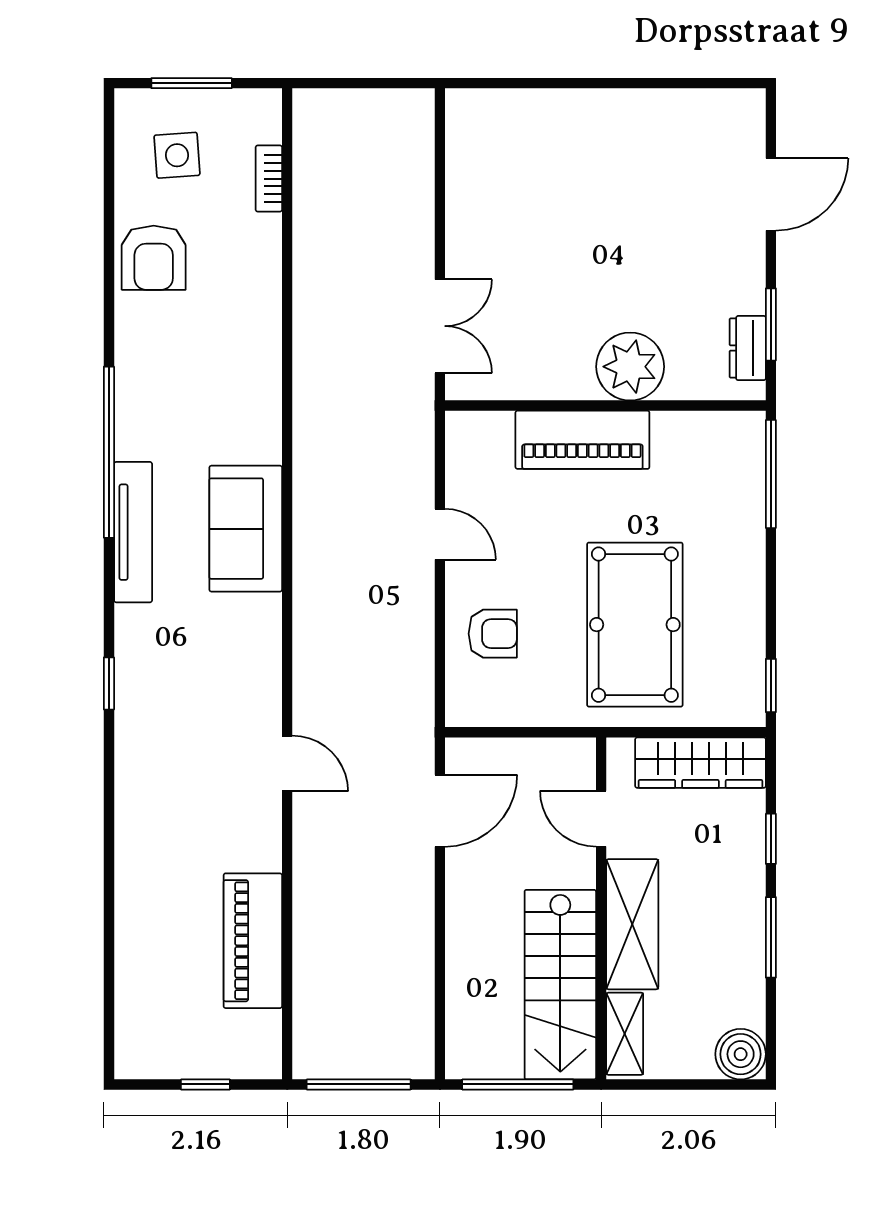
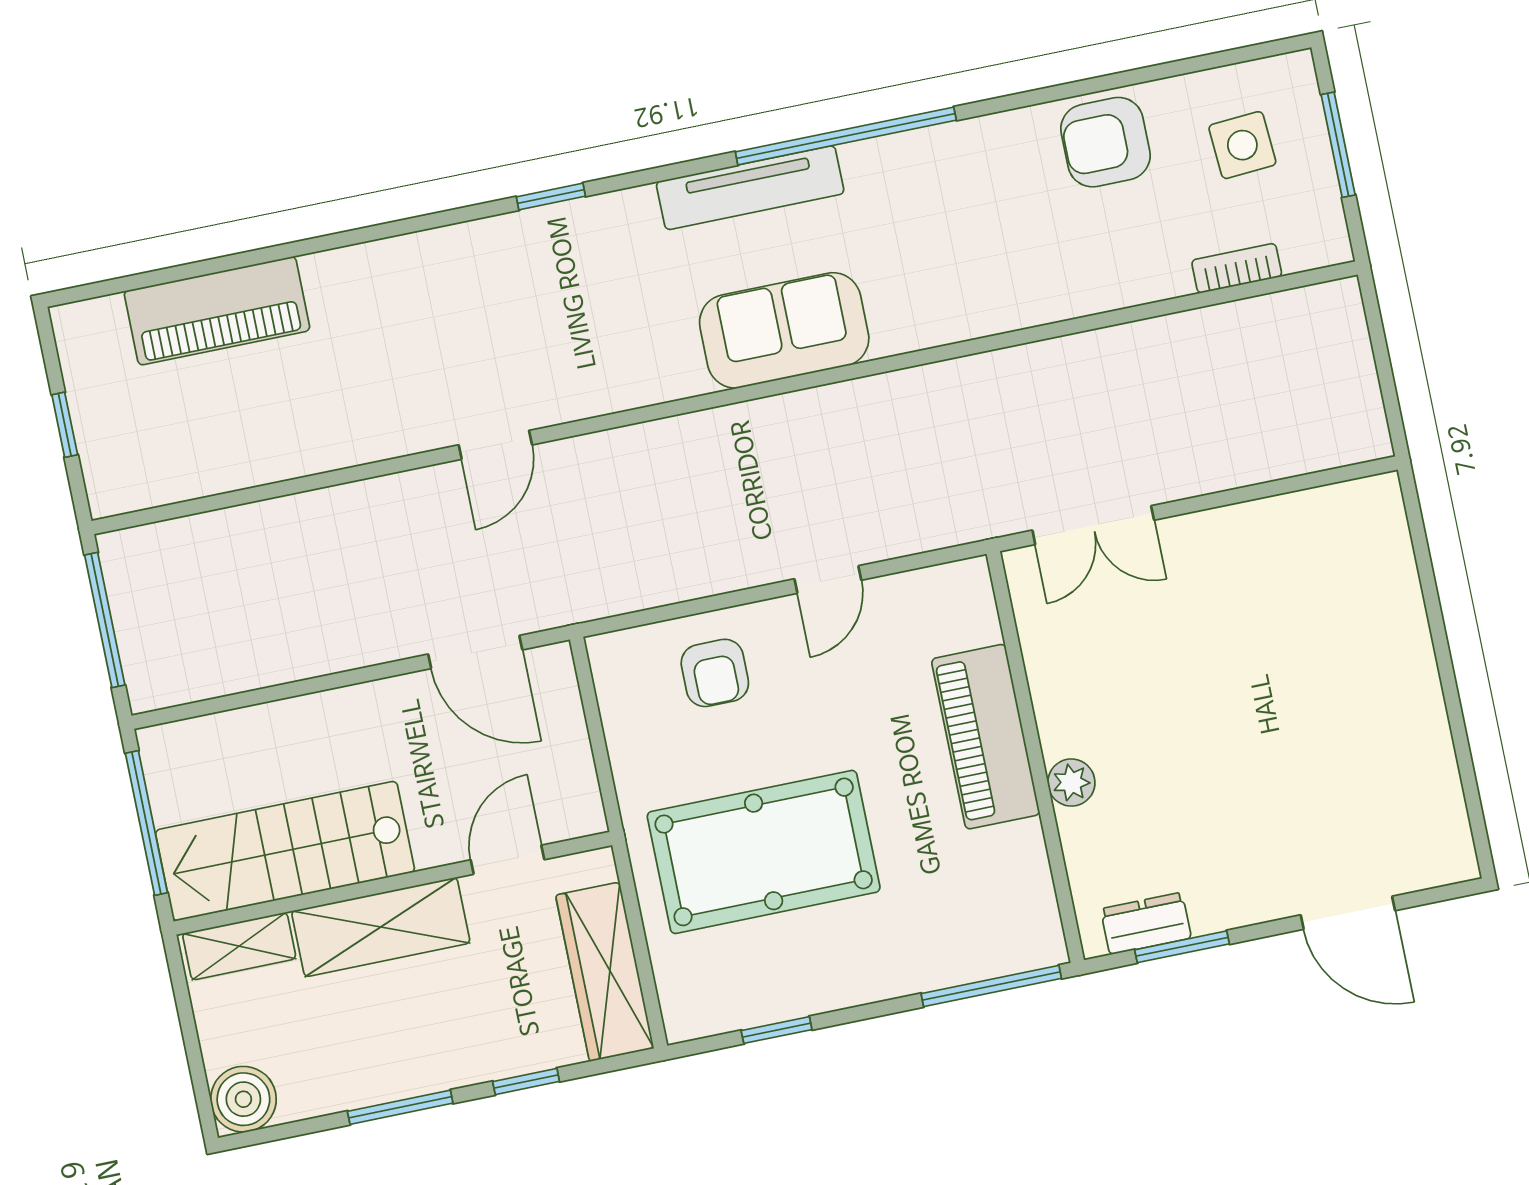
plant: (630, 367) -> (1071, 783), width x0.53, depth x0.53
window: (771, 685) -> (777, 1030), moved
piano: (253, 941) -> (217, 311), moved, turned 180

